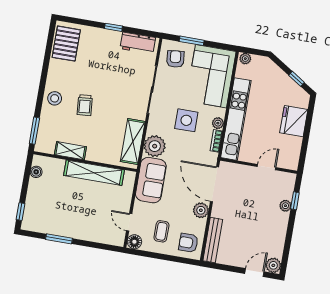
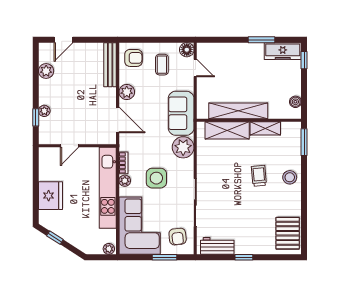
shelving: (133, 141) -> (227, 130), moved, turned 90
door: (215, 184) -> (118, 120), width x0.73
freezer: (40, 224) -> (283, 51), added
plant: (273, 265) -> (46, 71), moved

